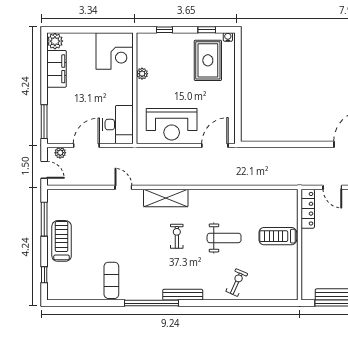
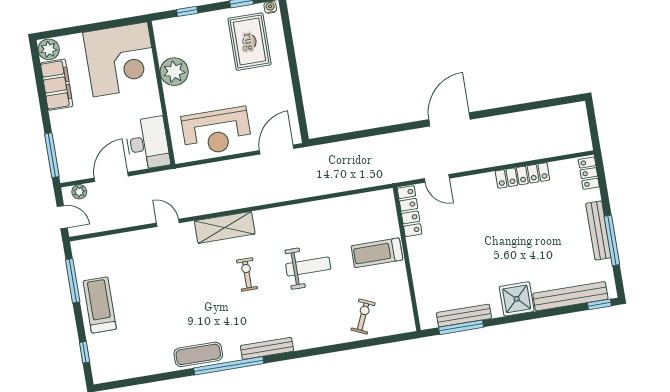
corner desk: (115, 51) -> (120, 59), width x1.36, depth x1.36
plant: (142, 74) -> (174, 72), width x1.88, depth x1.88
exercise mat: (111, 280) -> (198, 354), moved, turned 90
exercise bike: (237, 282) -> (363, 316), moved

